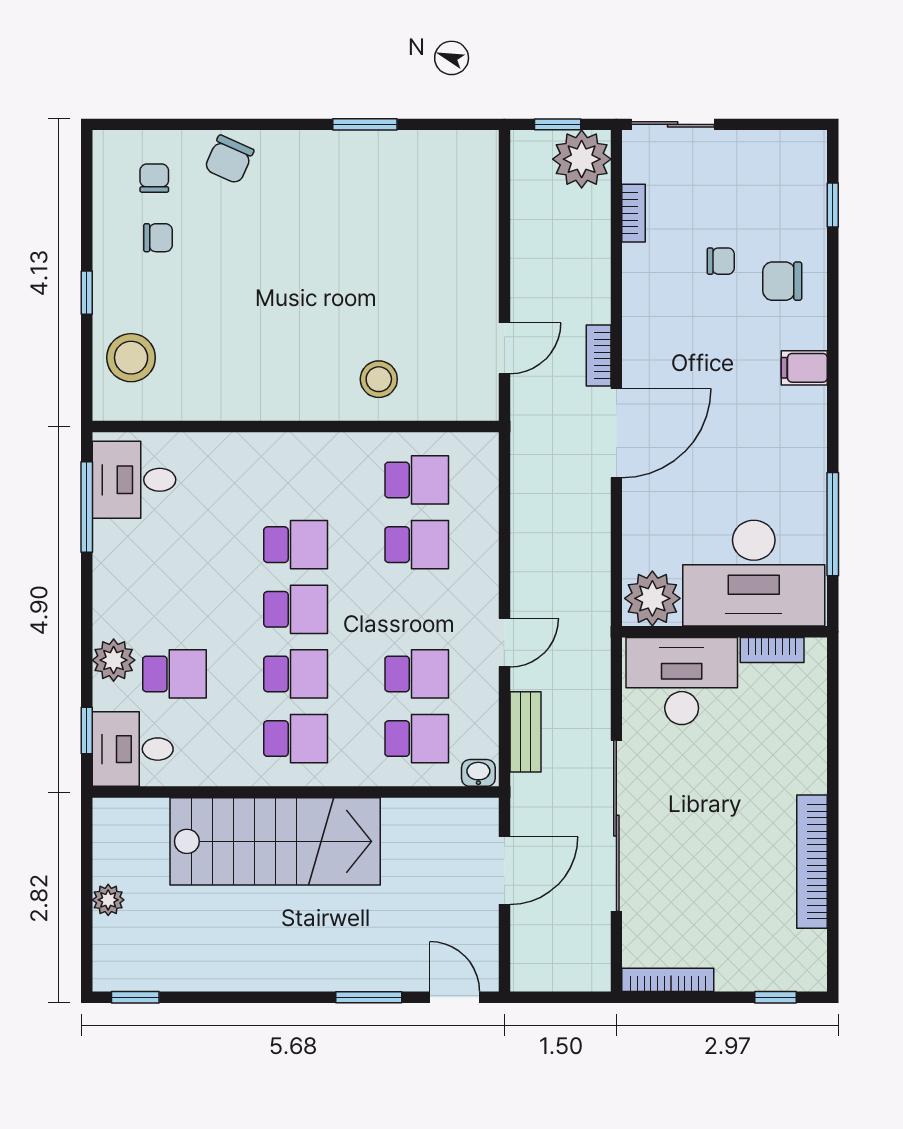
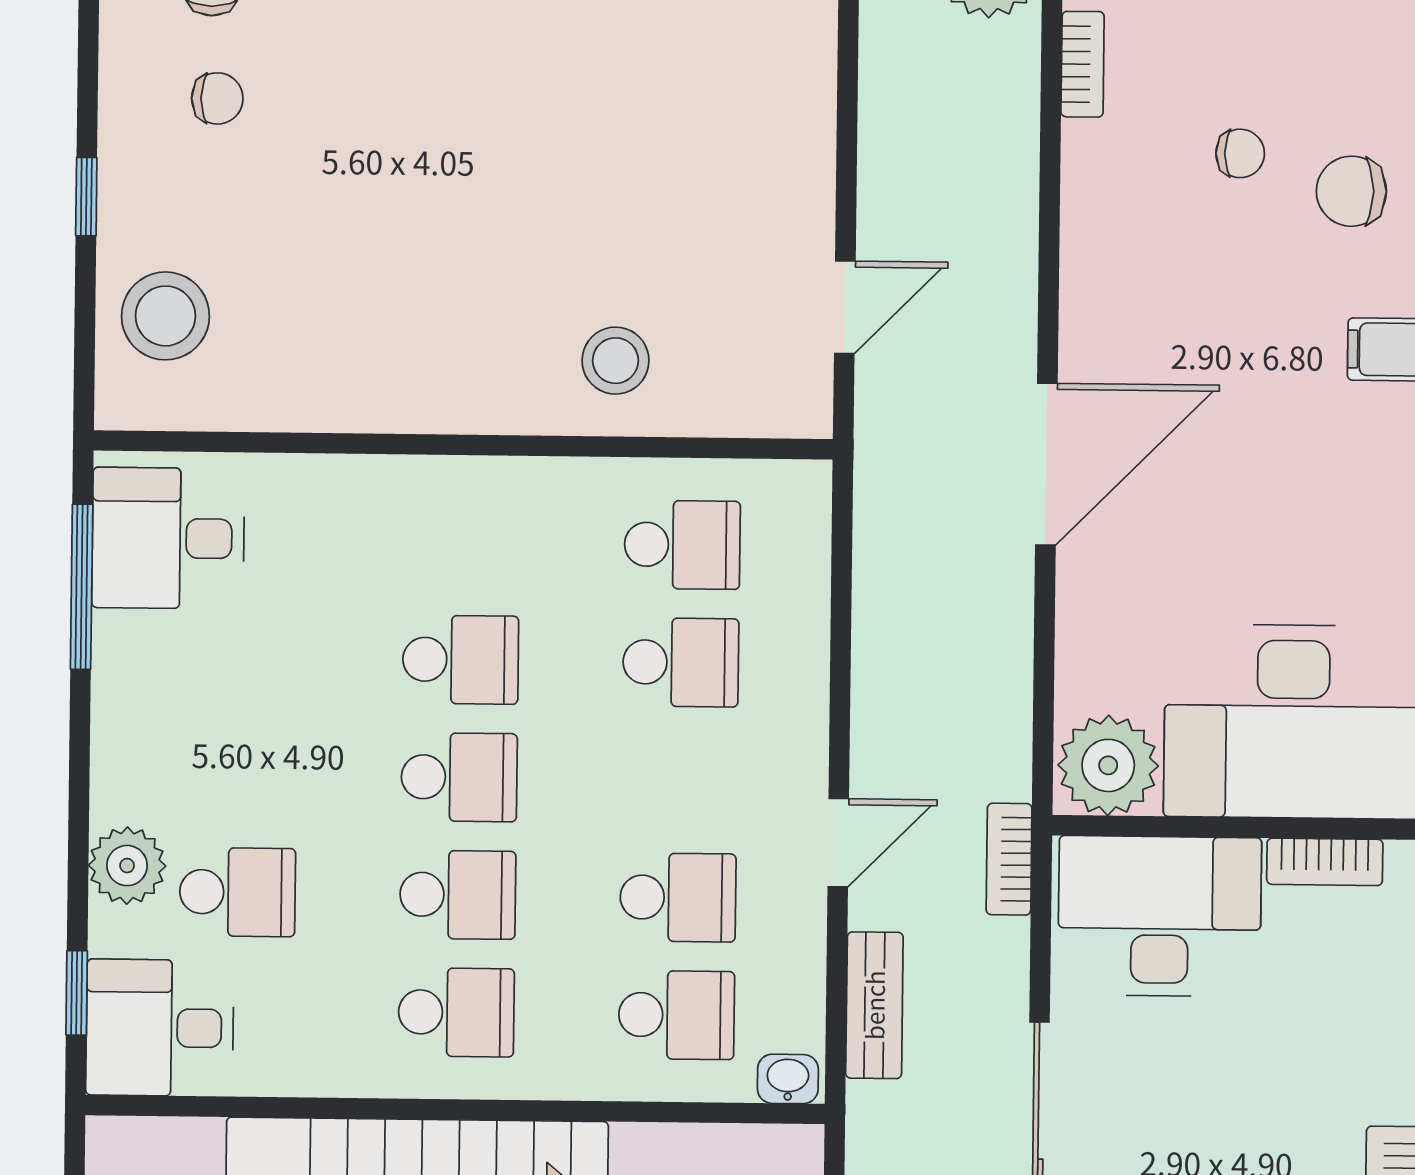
bookcase: (599, 355) -> (1009, 859), moved

